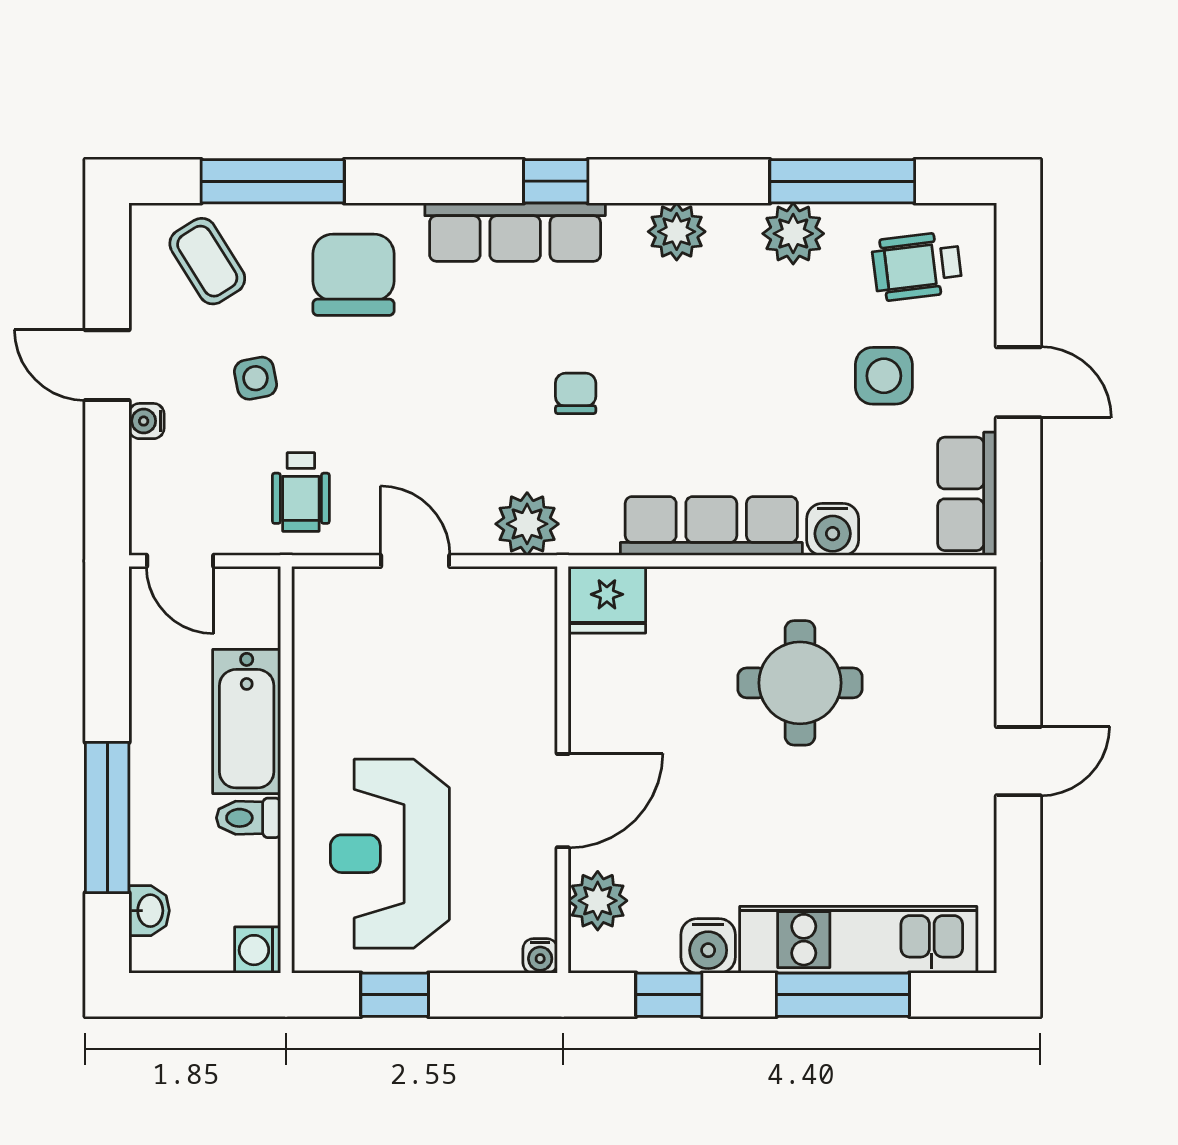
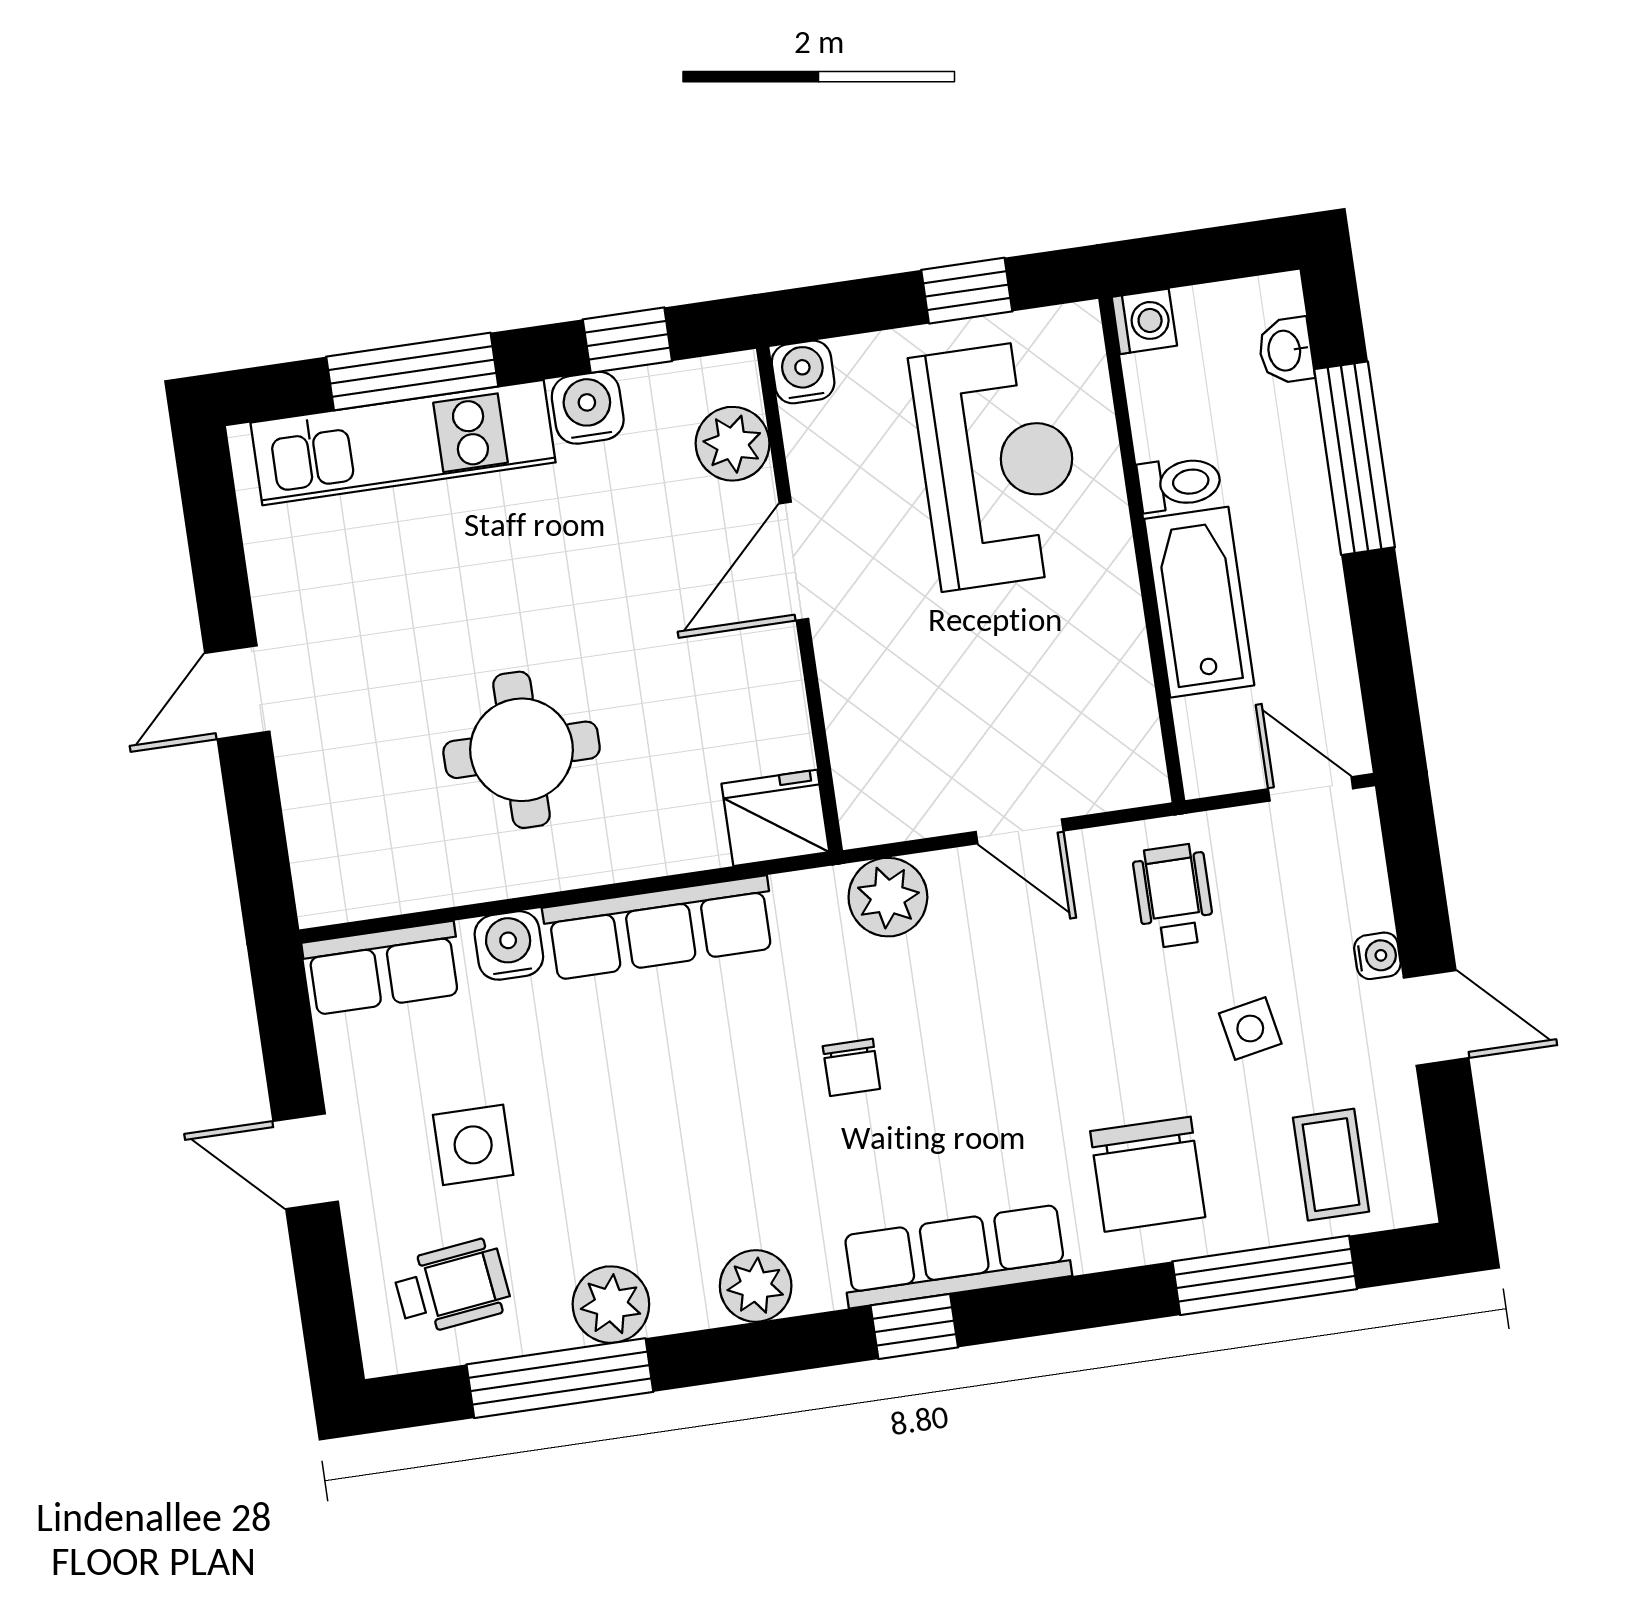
coffee table: (207, 261) -> (1331, 1165), turned 32
row of seats: (967, 494) -> (383, 968), moved, turned 90
water cooler: (540, 956) -> (803, 372), width x1.38, depth x1.38

